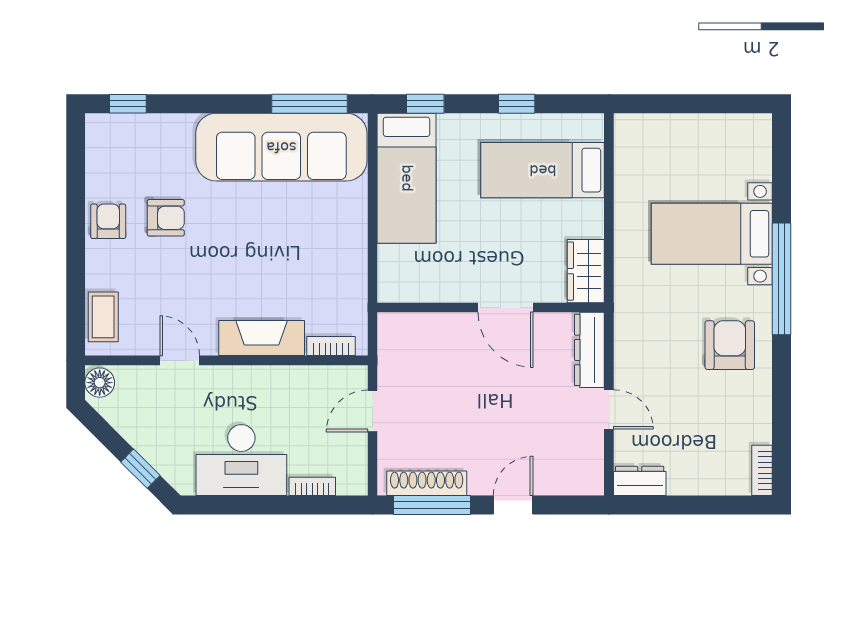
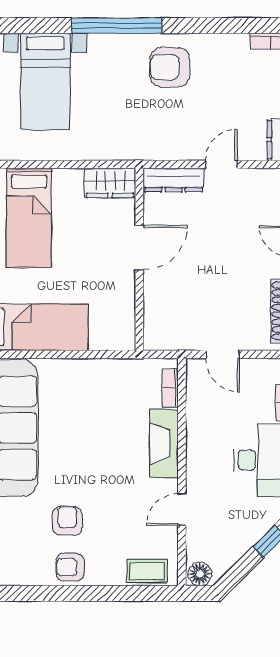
bed with nightstands: (712, 234) -> (45, 82), moved

